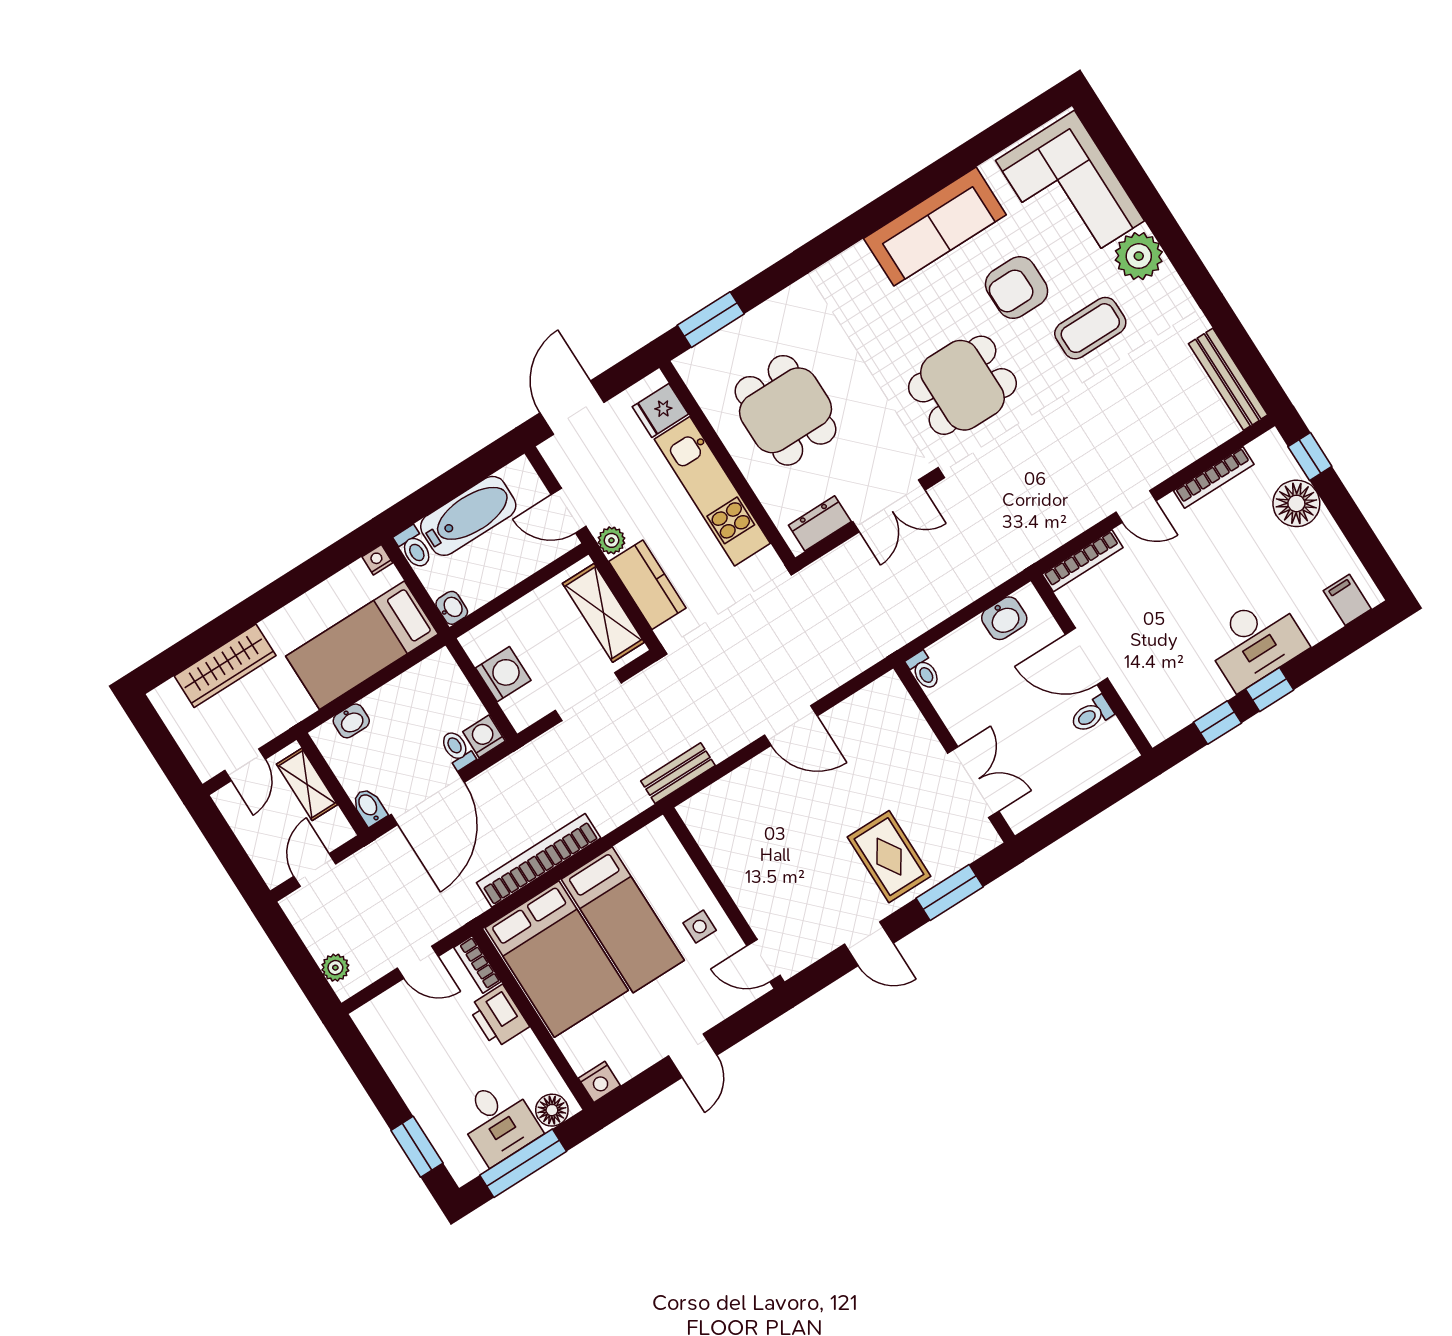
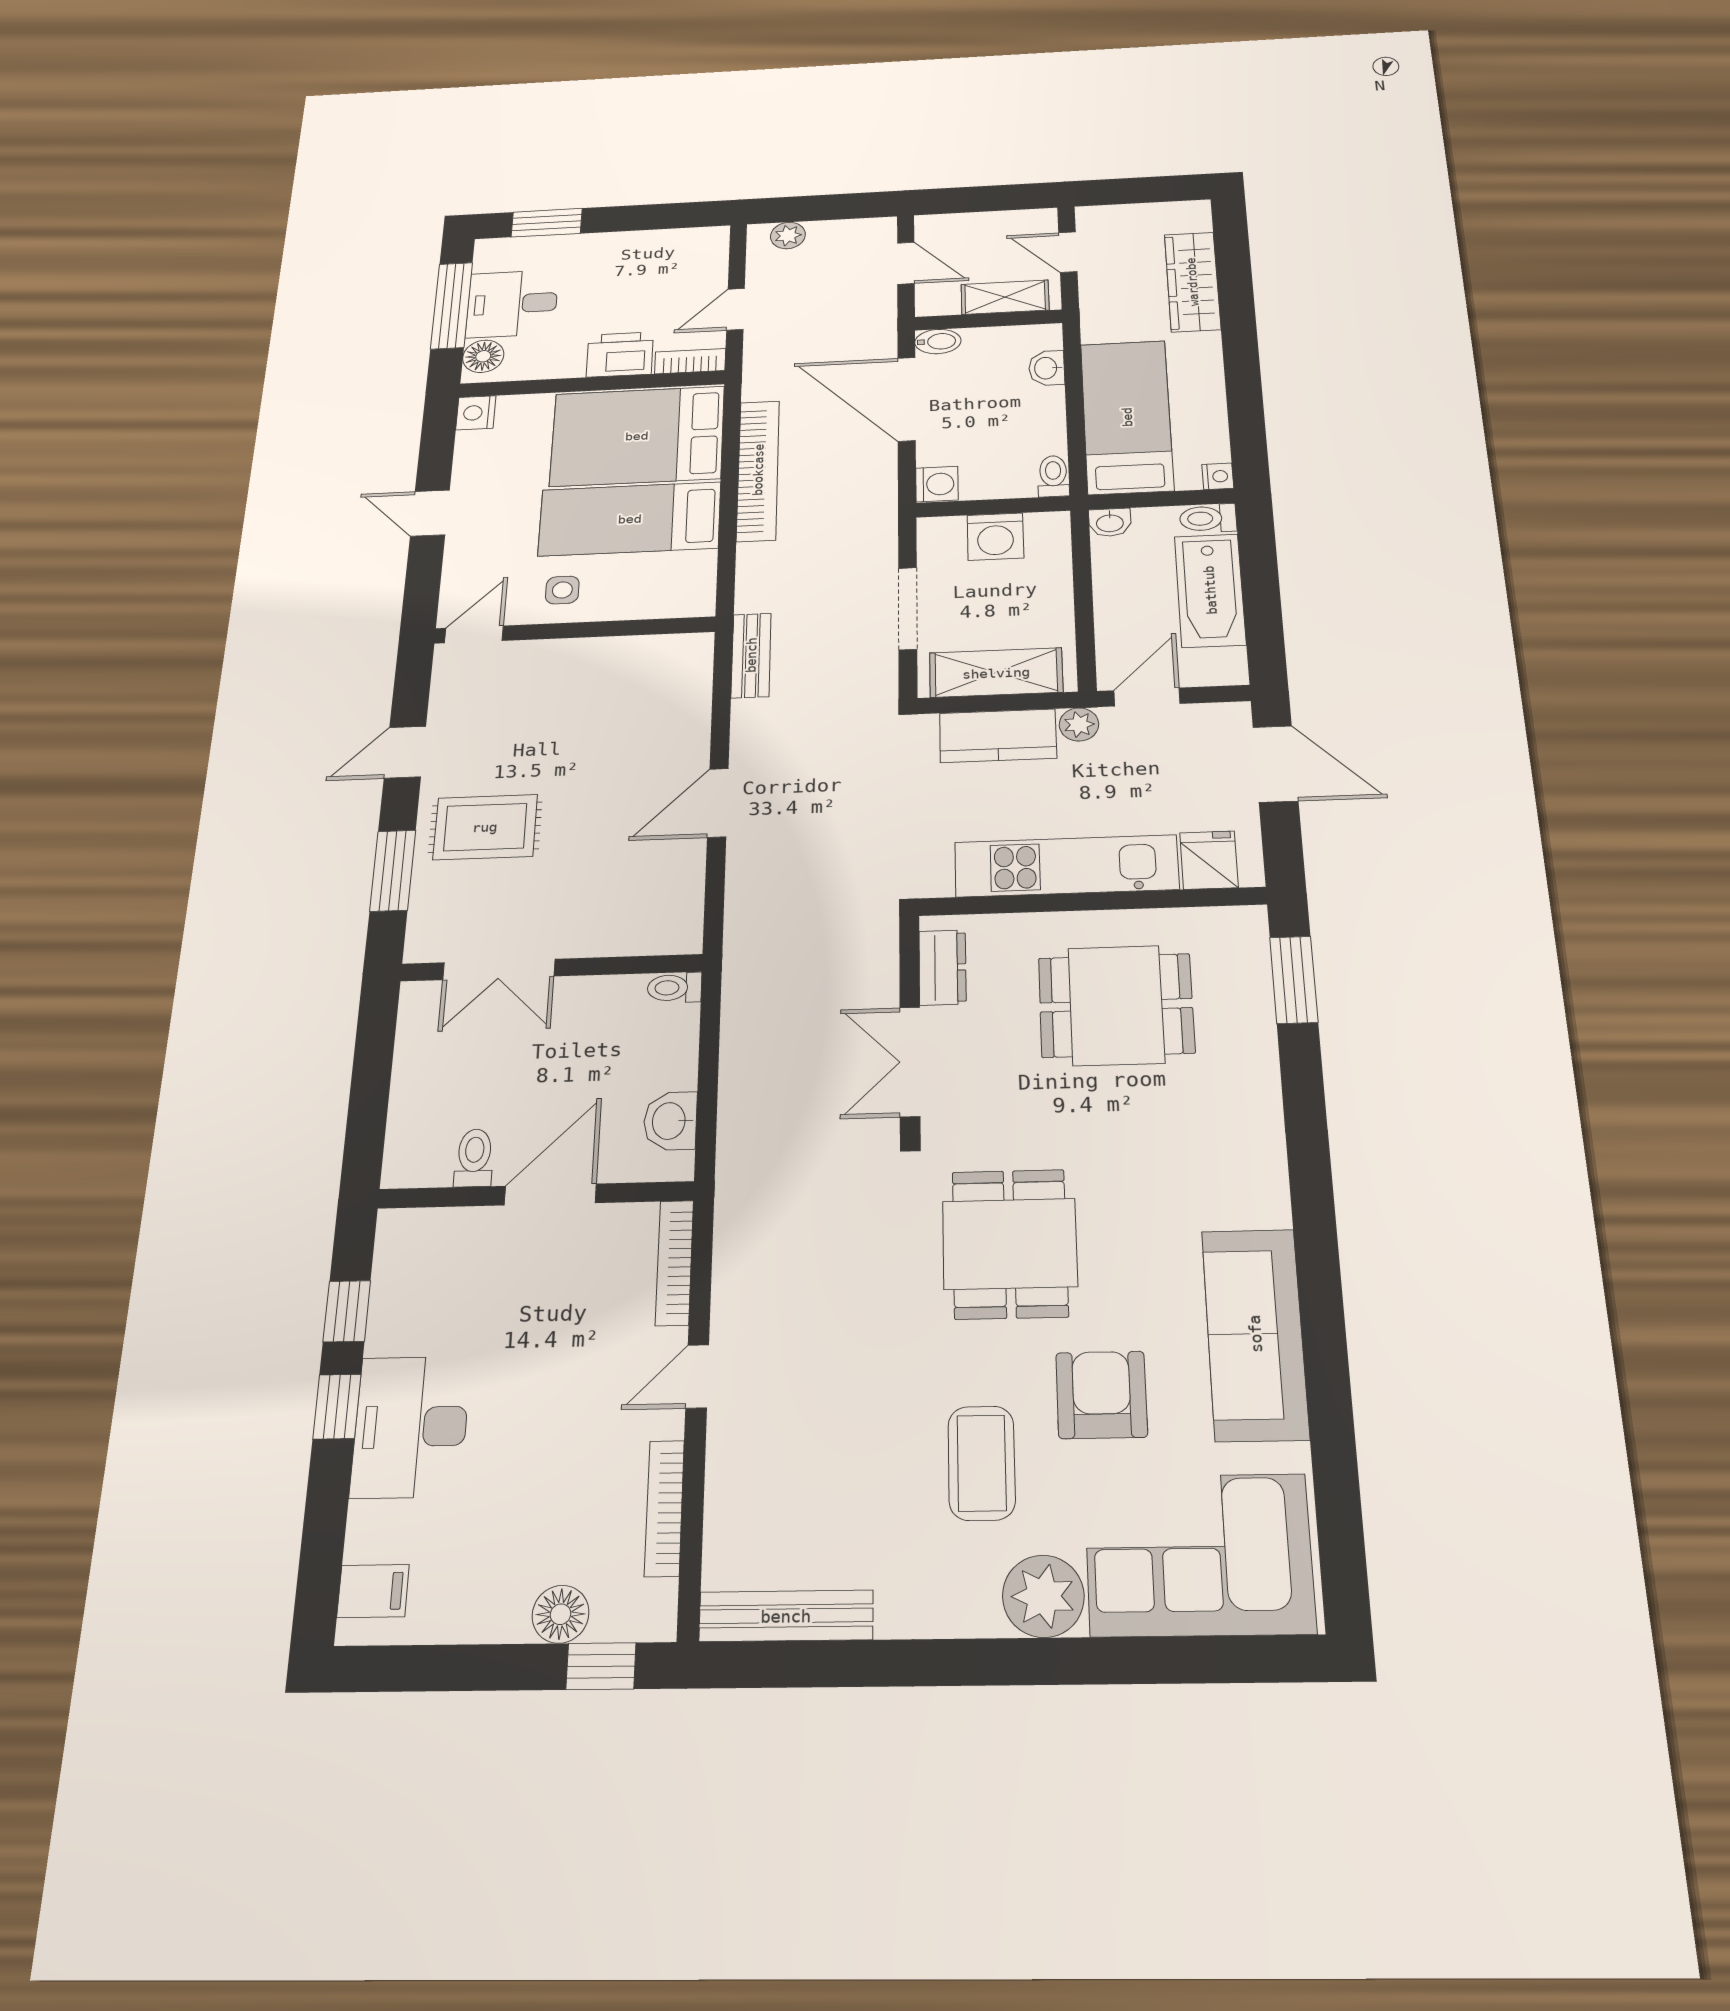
floor lamp: (1296, 503) -> (560, 1614), width x0.73, depth x0.73
toilet: (457, 750) -> (1053, 476), moved, turned -90

